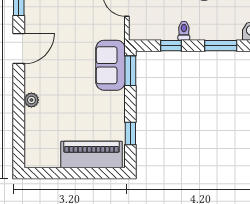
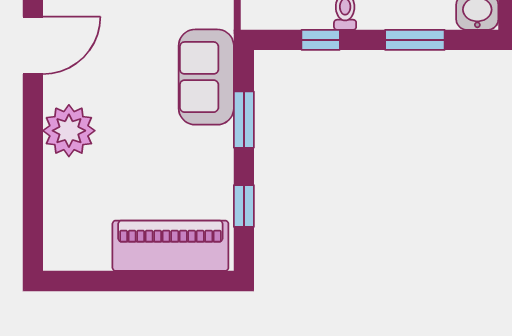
window: (130, 71) -> (244, 120), moved
plant: (31, 100) -> (69, 131), width x1.88, depth x1.88

